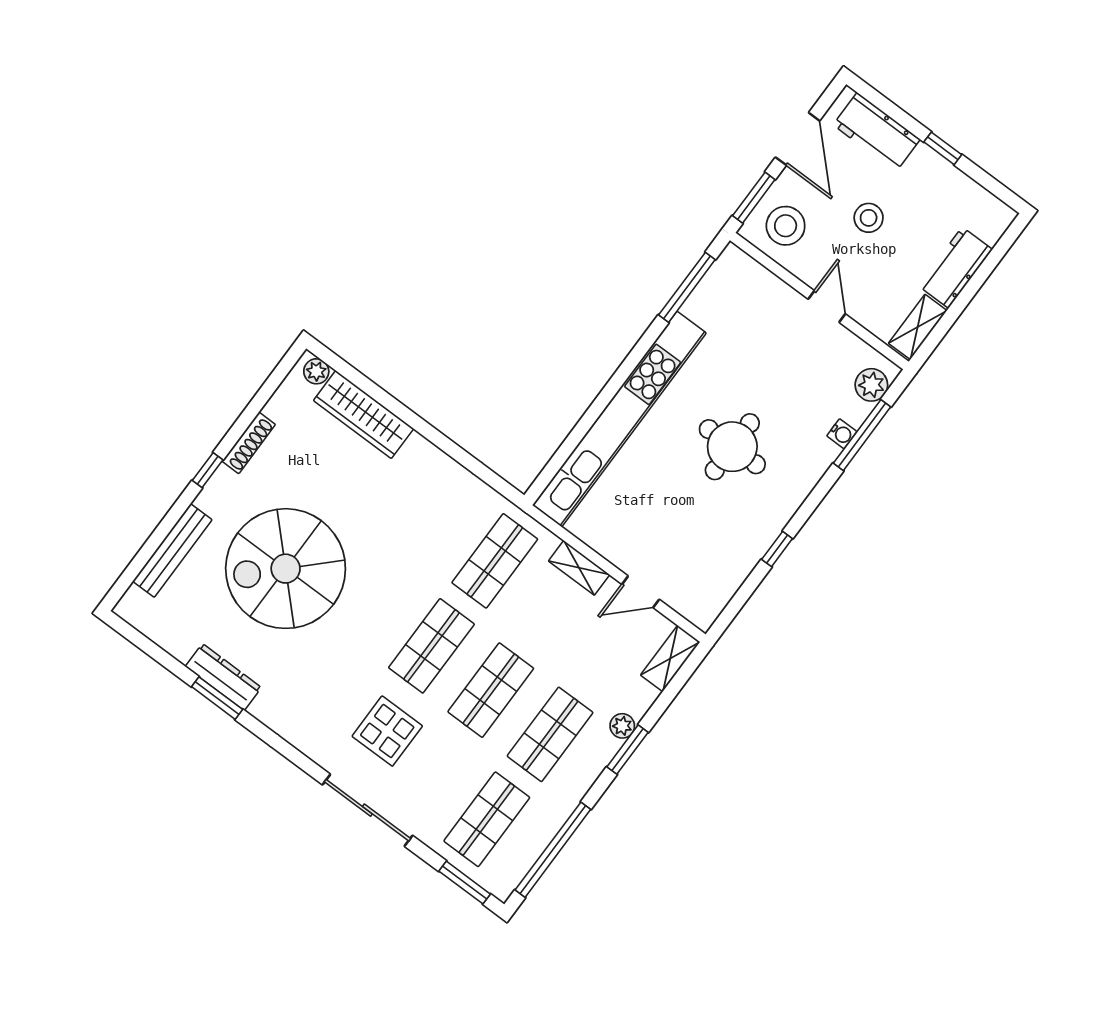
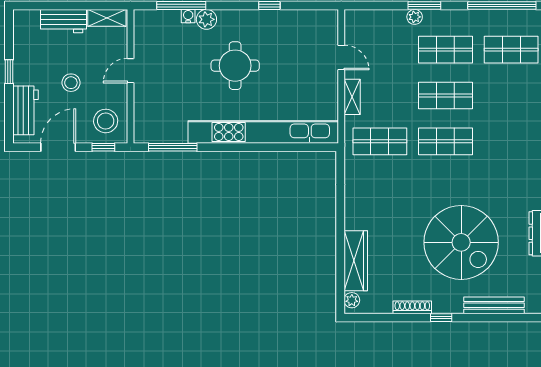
window: (754, 198) -> (103, 147), width x0.67
plant: (871, 385) -> (206, 19), moved
shelving: (670, 658) -> (363, 18), removed
display table: (387, 731) -> (504, 132), removed

